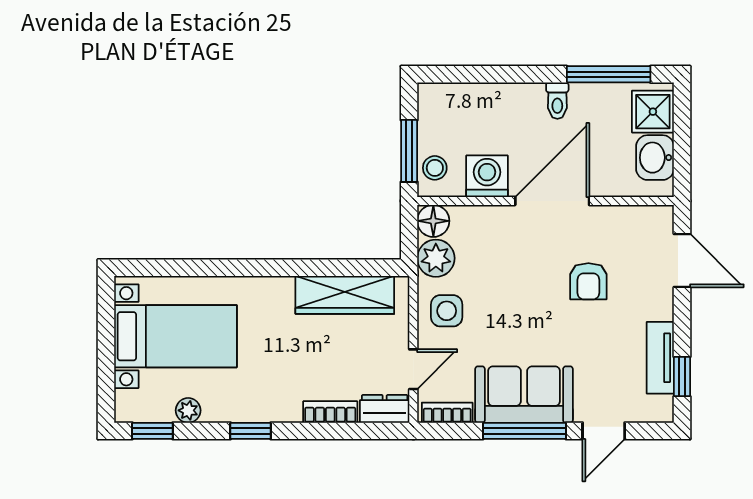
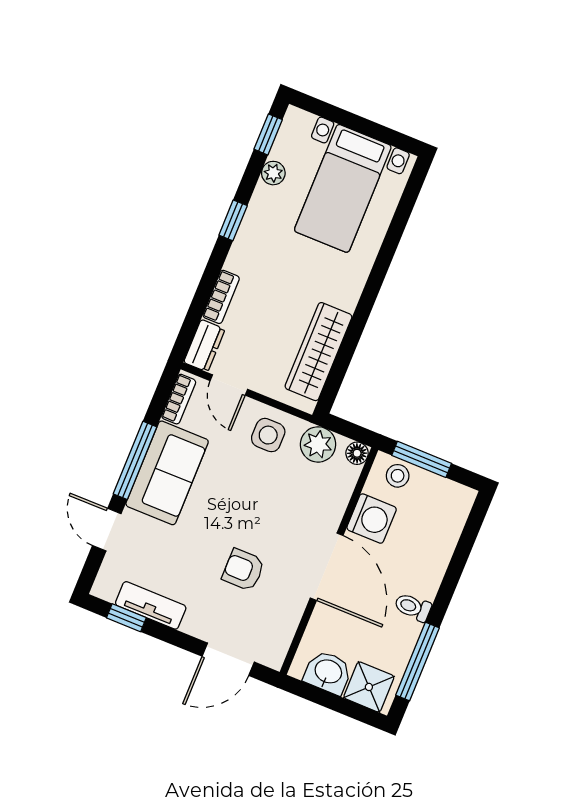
floor lamp: (433, 221) -> (357, 453), width x0.73, depth x0.73

